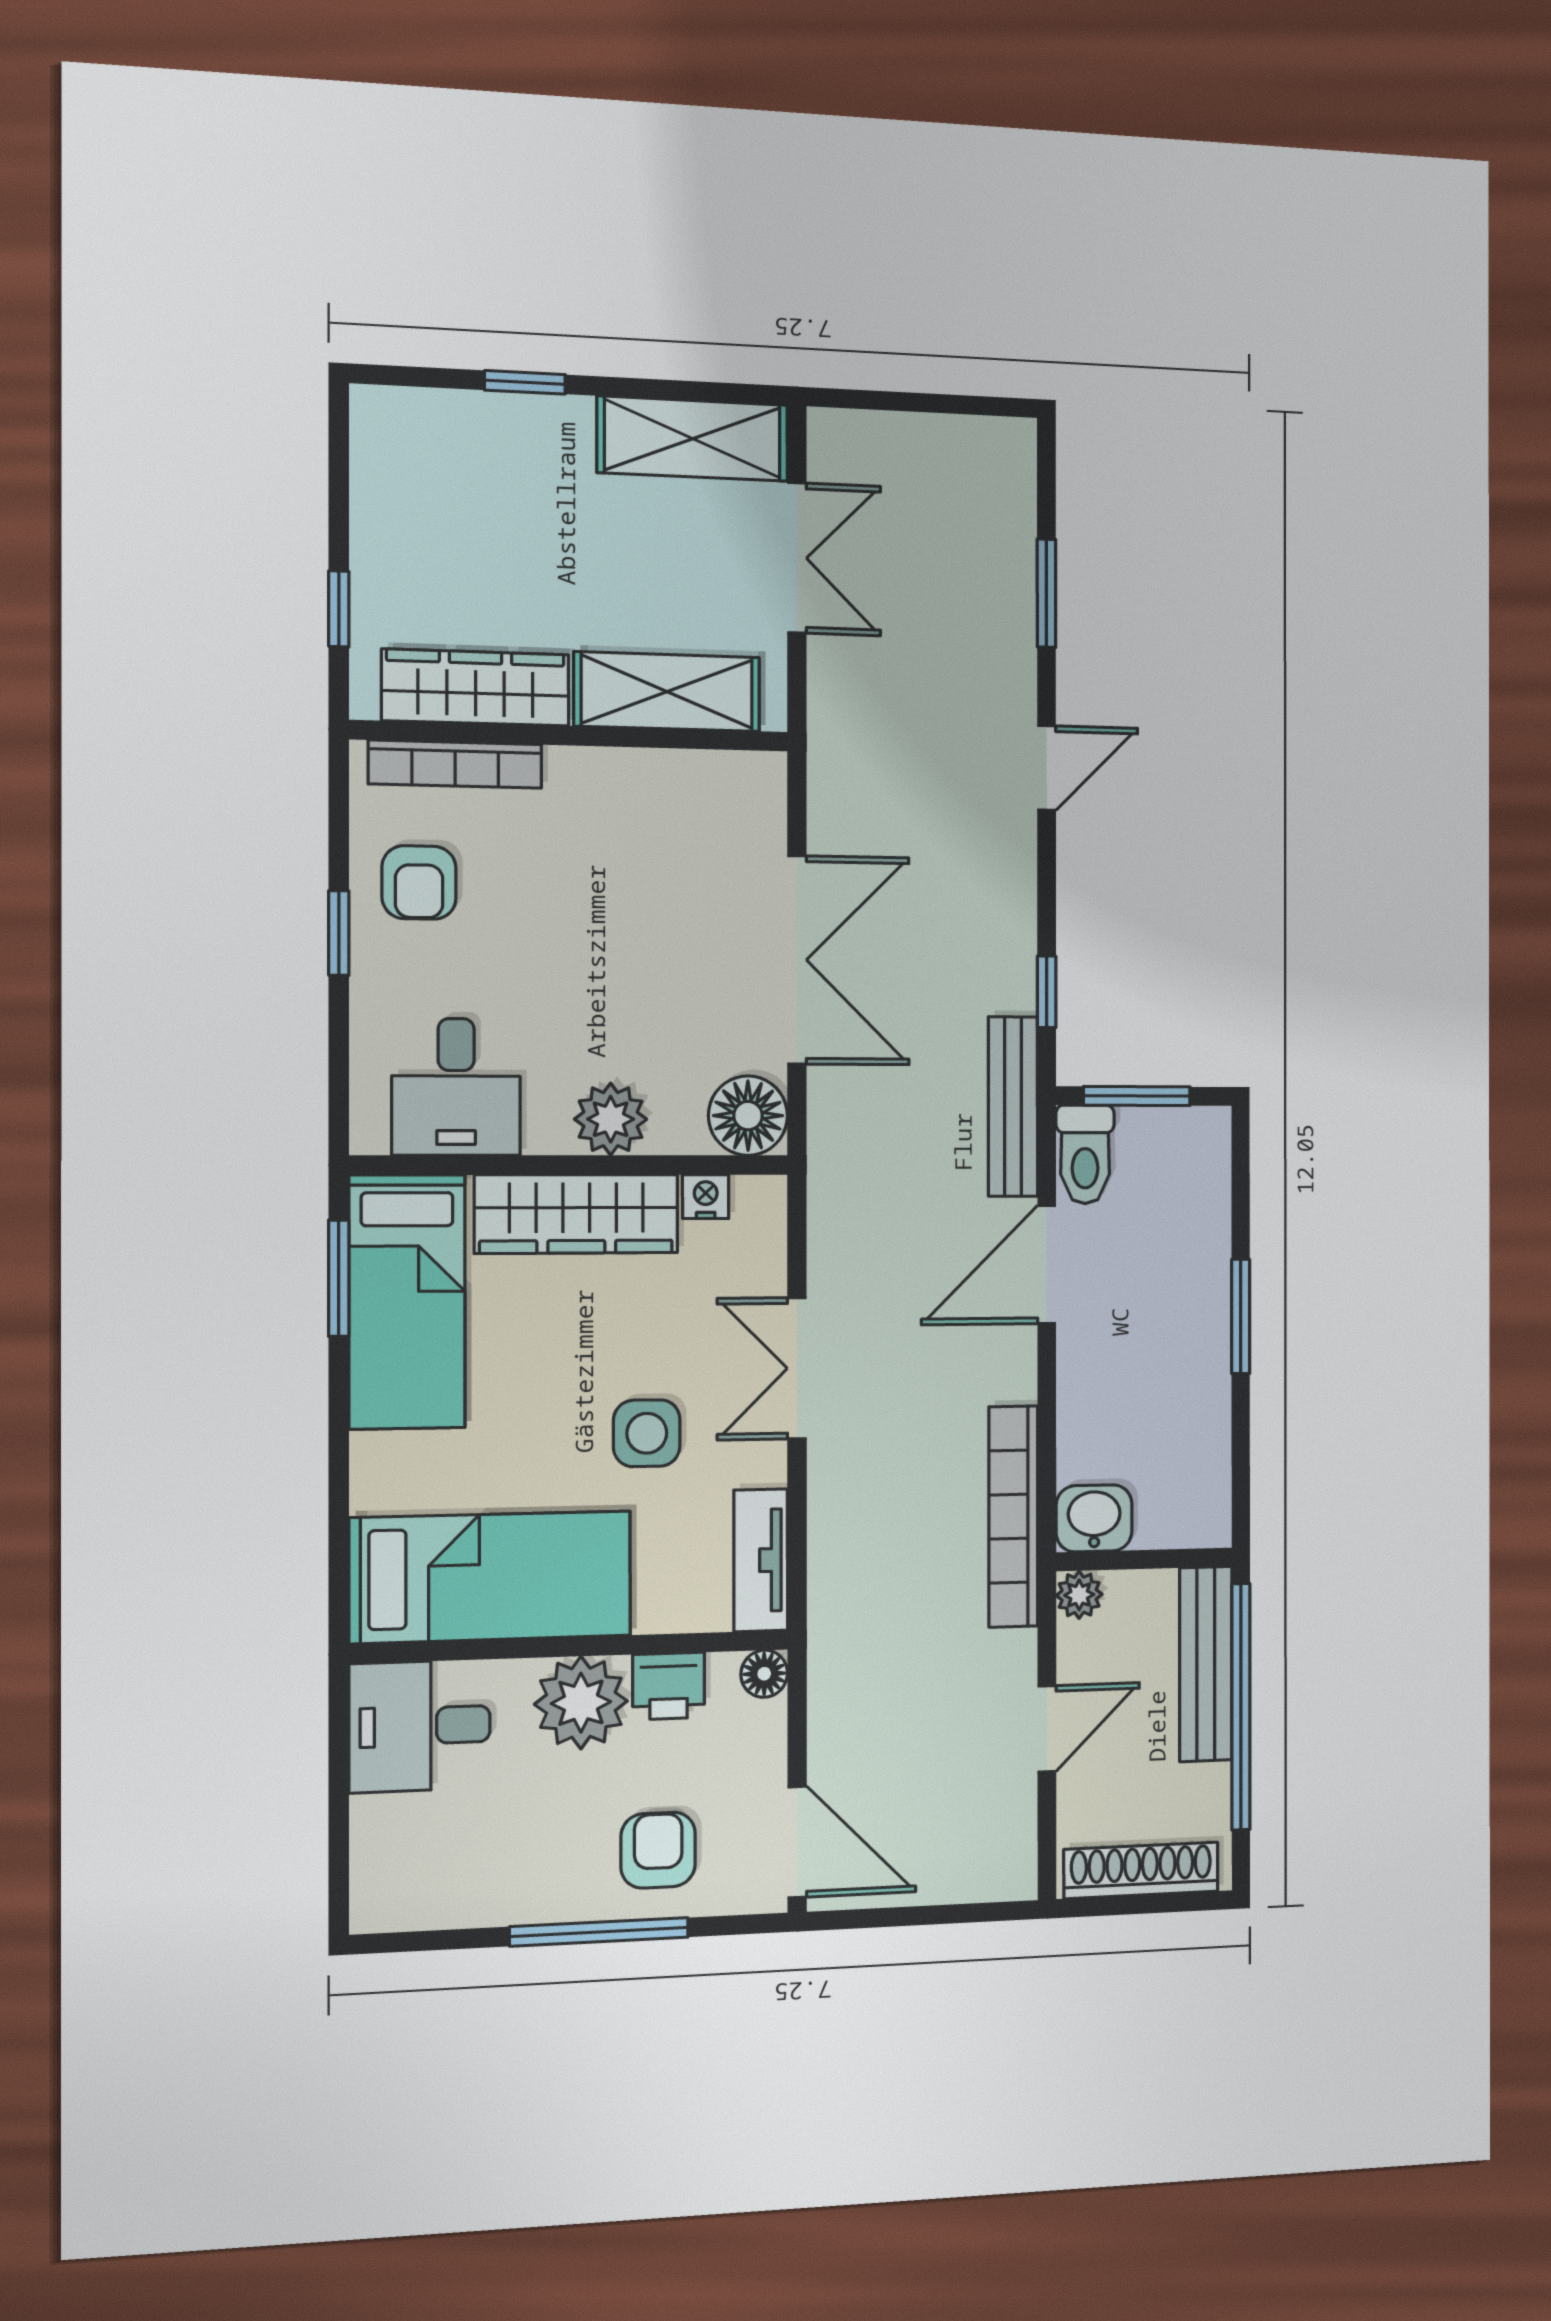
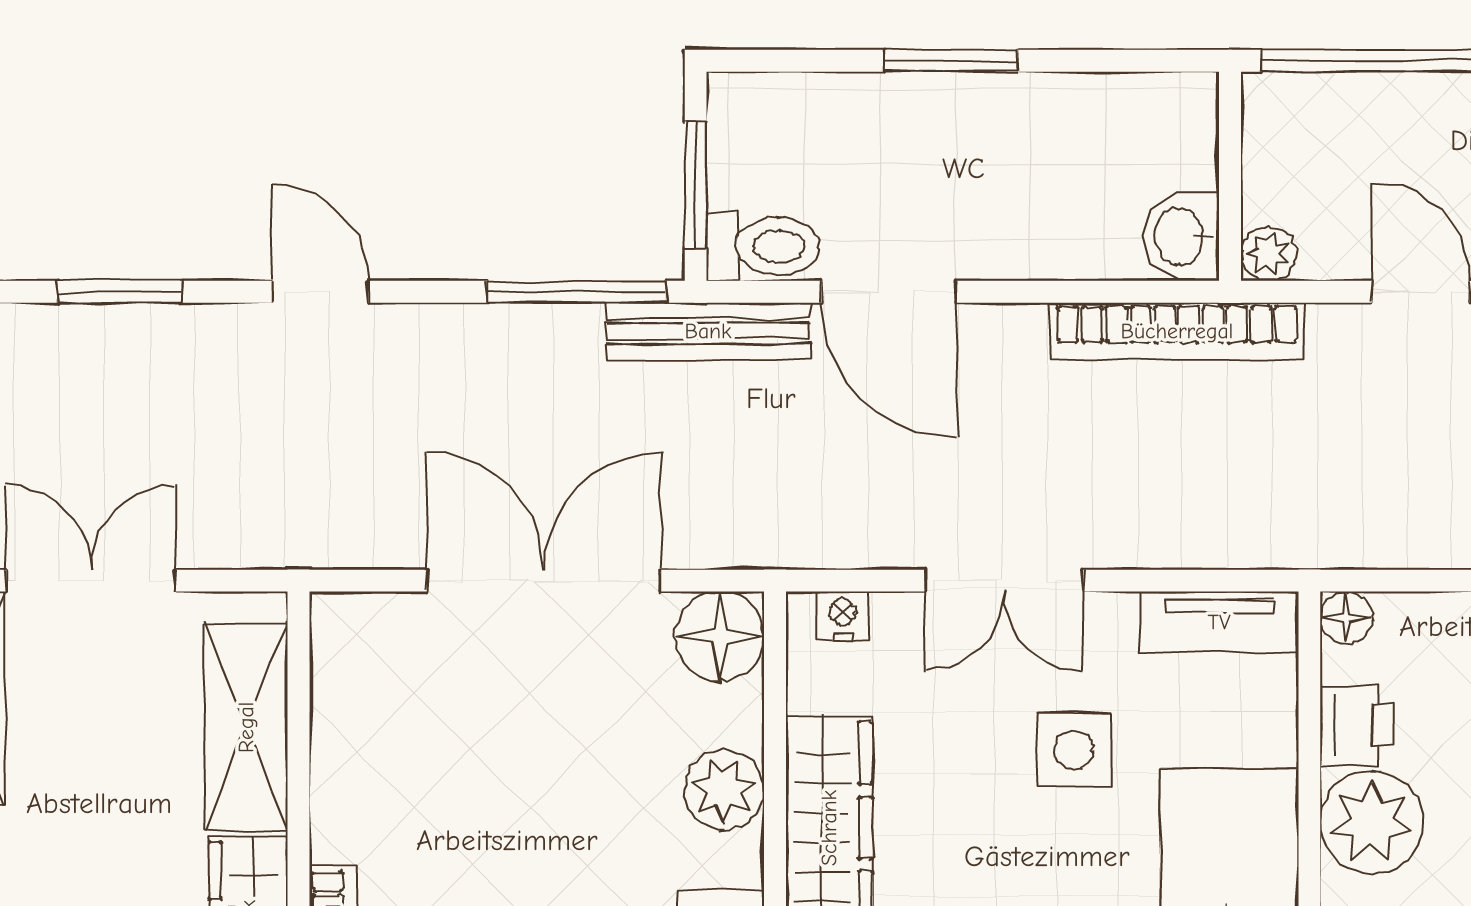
window: (1047, 992) -> (577, 292), width x2.17
nightstand: (706, 1197) -> (843, 616), moved, turned 90
bench: (1206, 1664) -> (1353, 103), removed

